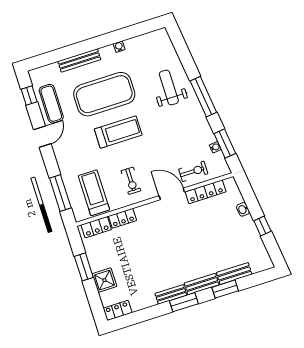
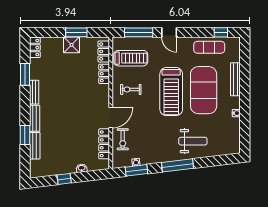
treadmill: (118, 132) -> (171, 92), width x1.37, depth x1.38
door: (42, 137) -> (169, 32), moved
shower: (104, 280) -> (72, 45), moved
window: (184, 302) -> (25, 74), moved

